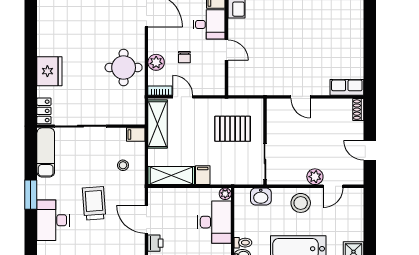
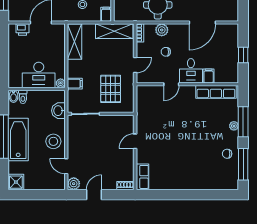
door: (183, 97) -> (135, 65), moved
filing cabinet: (203, 175) -> (75, 84), moved
plant: (315, 177) -> (74, 184), moved

